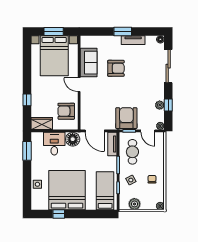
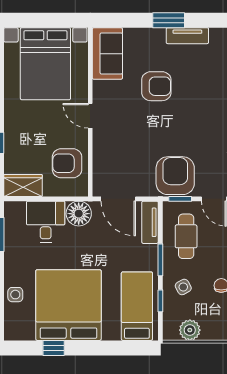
window: (54, 32) -> (45, 20), removed
sofa: (89, 63) -> (107, 54), moved

